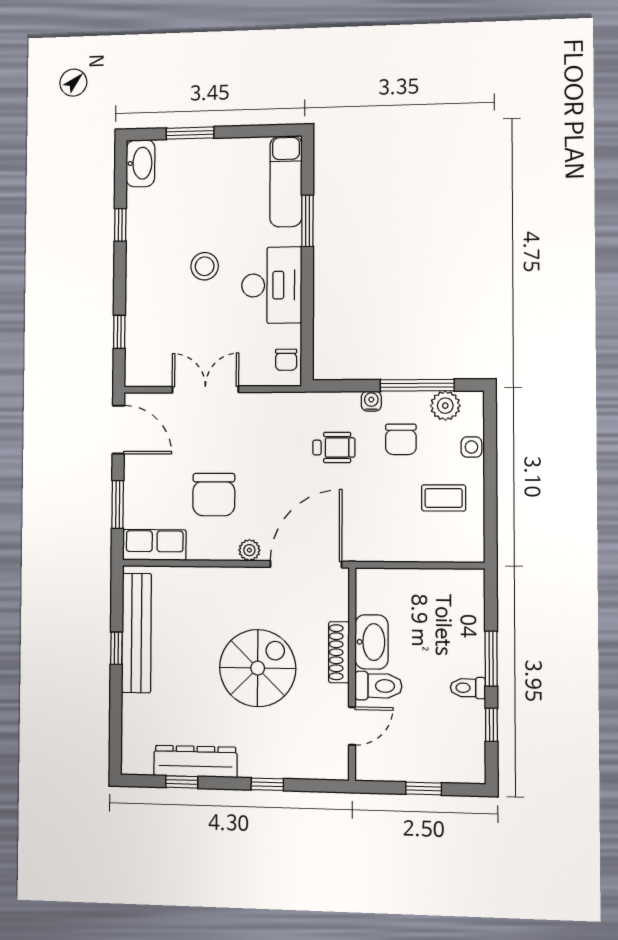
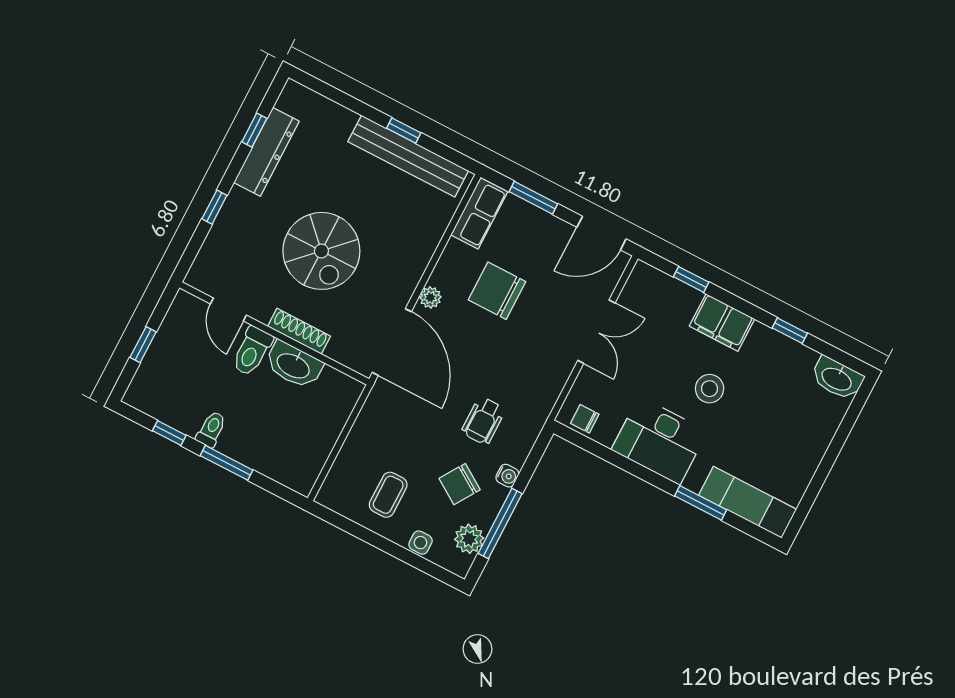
window: (190, 133) -> (840, 438), removed
filing cabinet: (143, 286) -> (722, 323), added
chair: (401, 439) -> (460, 484), turned -57

